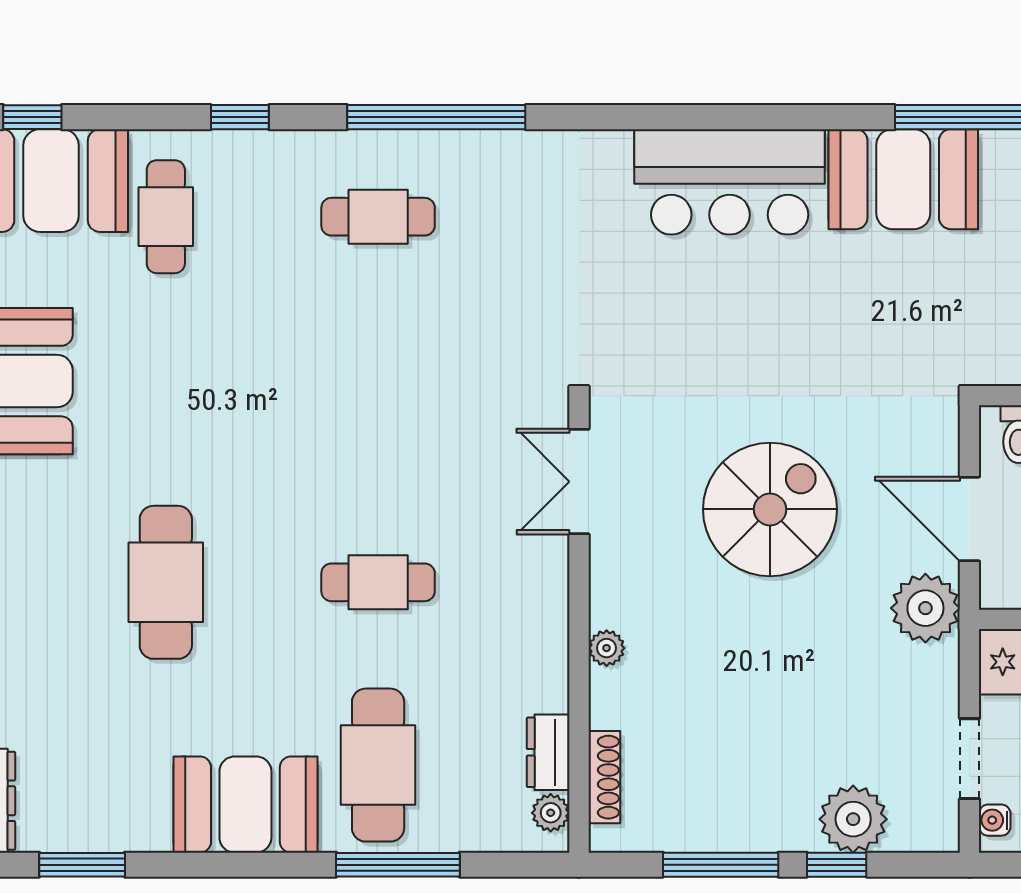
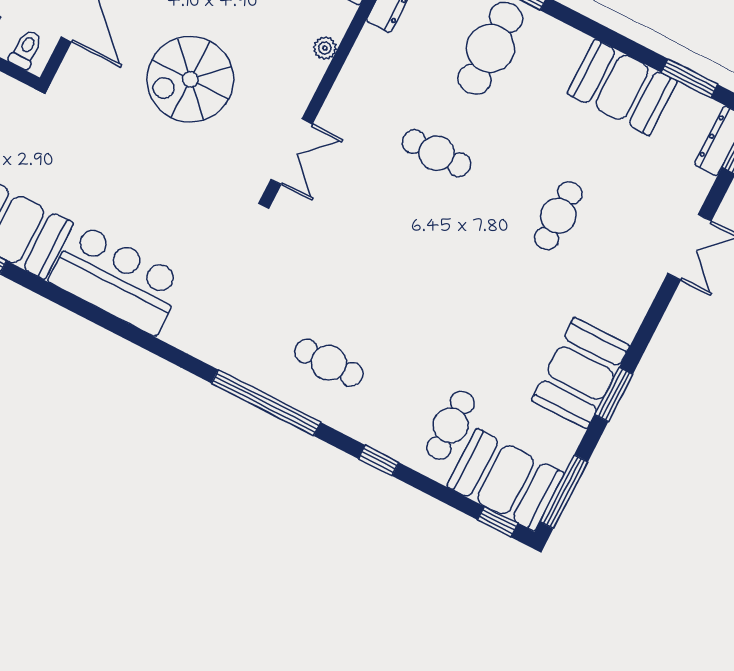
cafe table: (166, 582) -> (558, 216), width x0.73, depth x0.74
booth: (245, 805) -> (622, 87), moved

